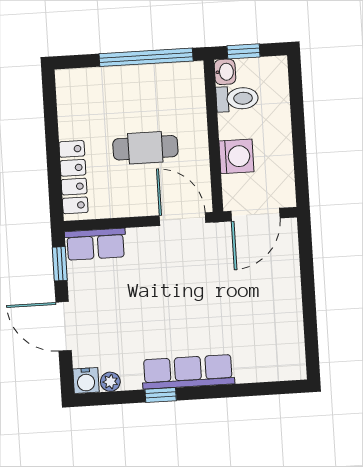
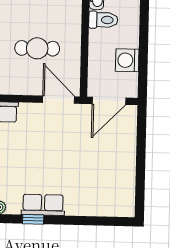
washing machine: (236, 156) -> (127, 60), moved, turned 180
row of seats: (188, 372) -> (43, 205), width x0.68

